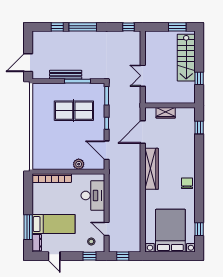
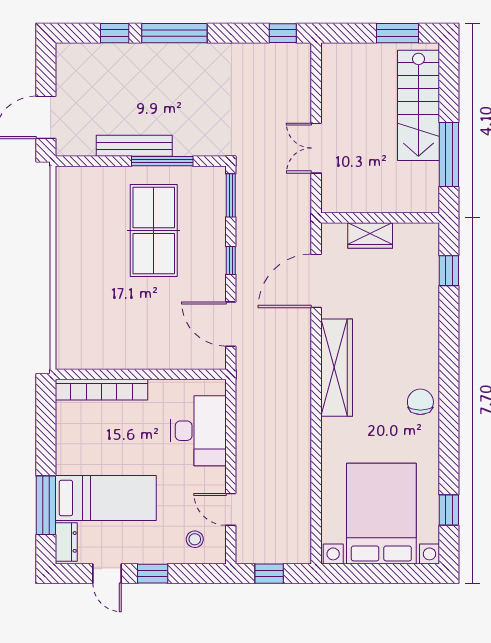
window: (199, 78) -> (449, 154), width x2.17
table tennis table: (74, 111) -> (154, 231), turned 90
plant: (79, 164) -> (165, 357), removed
window: (90, 256) -> (153, 574), moved

